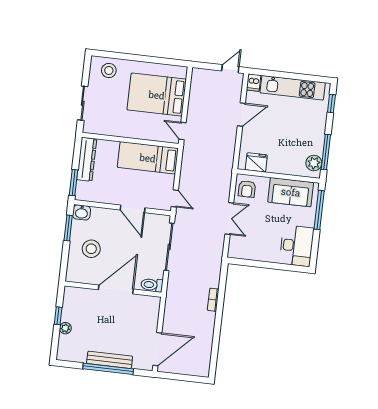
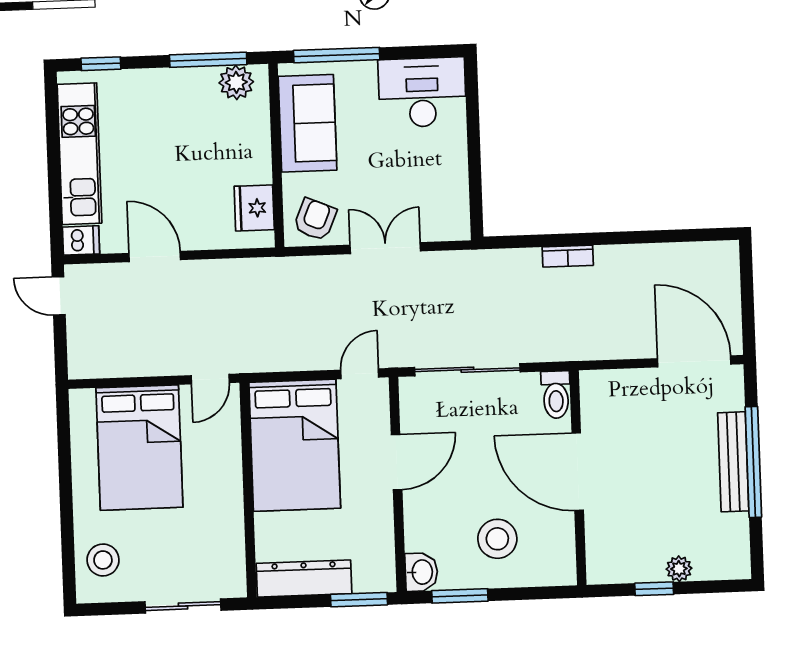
bed: (148, 158) -> (295, 445), width x1.50
armchair: (247, 189) -> (315, 219), turned -67

